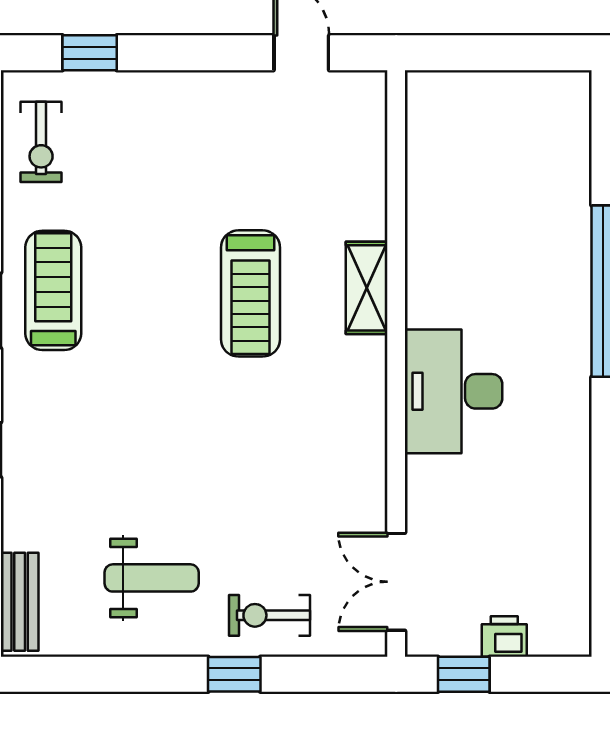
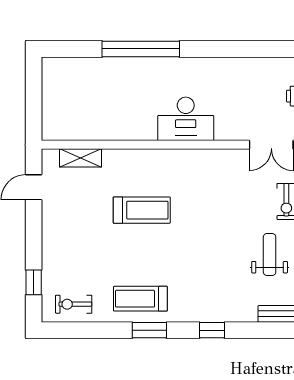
exercise bike: (41, 142) -> (74, 304), turned 180
shelving: (367, 288) -> (81, 158), moved

